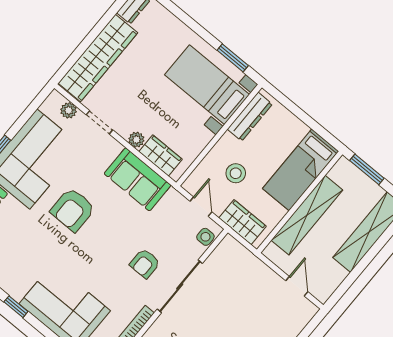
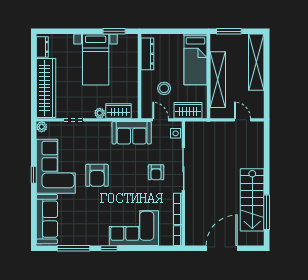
bed with nightstands: (207, 85) -> (96, 60), moved, turned -90
plant: (69, 110) -> (42, 127), moved
sofa: (138, 179) -> (132, 133), moved

